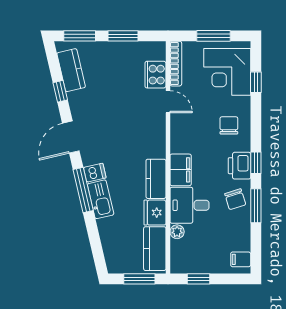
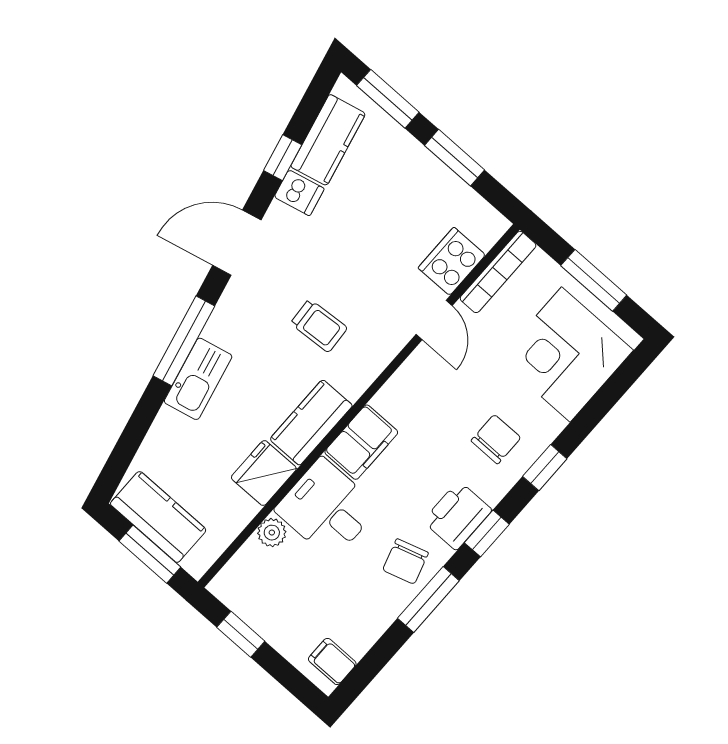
window: (256, 82) -> (545, 468), moved
trolley: (128, 141) -> (319, 326), added
dishwasher: (95, 173) -> (299, 193), moved
kitchen counter: (155, 249) -> (158, 517), moved, turned 90

